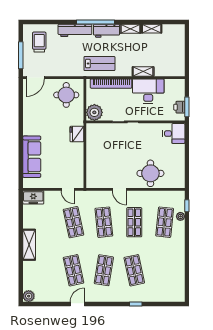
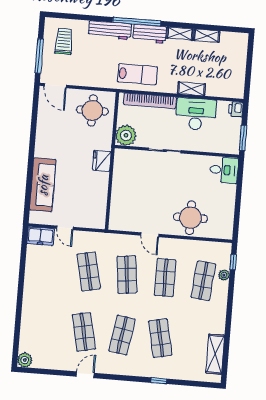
door: (35, 78) -> (55, 86), hinge flipped
printer: (179, 107) -> (236, 109), moved
door: (68, 189) -> (65, 228), moved
shelving: (29, 245) -> (215, 354), moved

